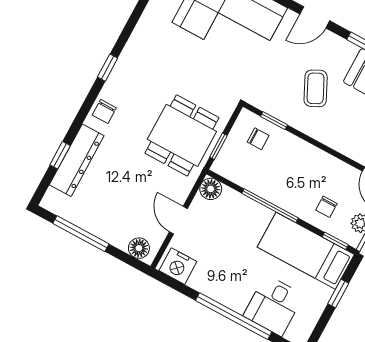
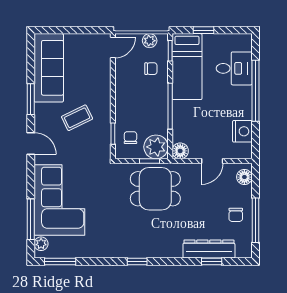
chair: (104, 111) -> (236, 215), moved, turned 90
plant: (231, 163) -> (156, 147), added
nightstand: (178, 266) -> (242, 131), moved

